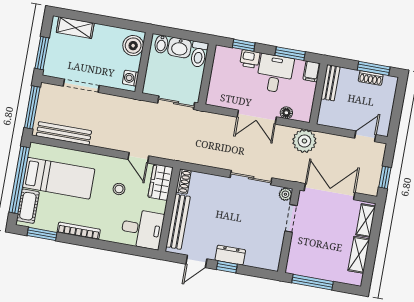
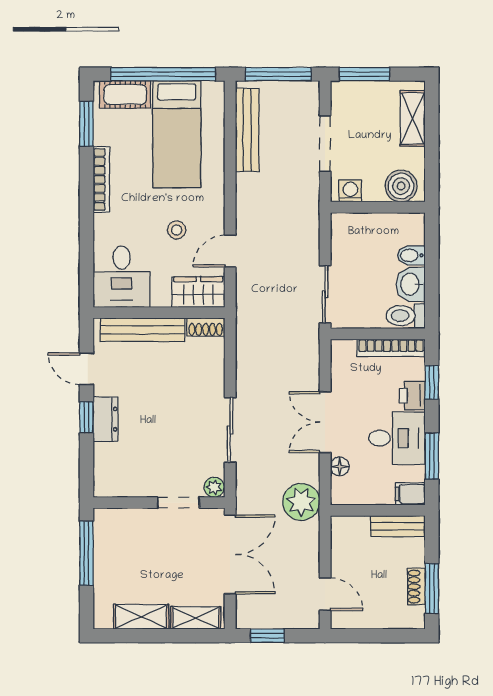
boiler: (133, 46) -> (401, 186), moved
wall: (144, 63) -> (378, 207), moved
bookcase: (217, 67) -> (391, 348), added
washing machine: (130, 78) -> (350, 191), moved

